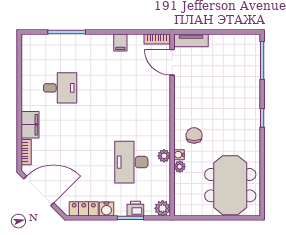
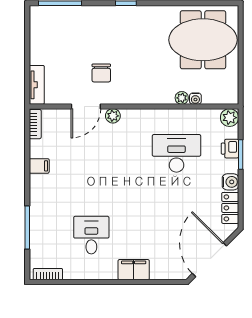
door: (172, 62) -> (86, 106), moved
chair: (194, 135) -> (101, 73), moved, turned -90
bookcase: (26, 152) -> (48, 274), moved
water cooler: (179, 155) -> (195, 99), moved
plant: (164, 156) -> (113, 116), moved
desk: (131, 162) -> (176, 153), turned 180

